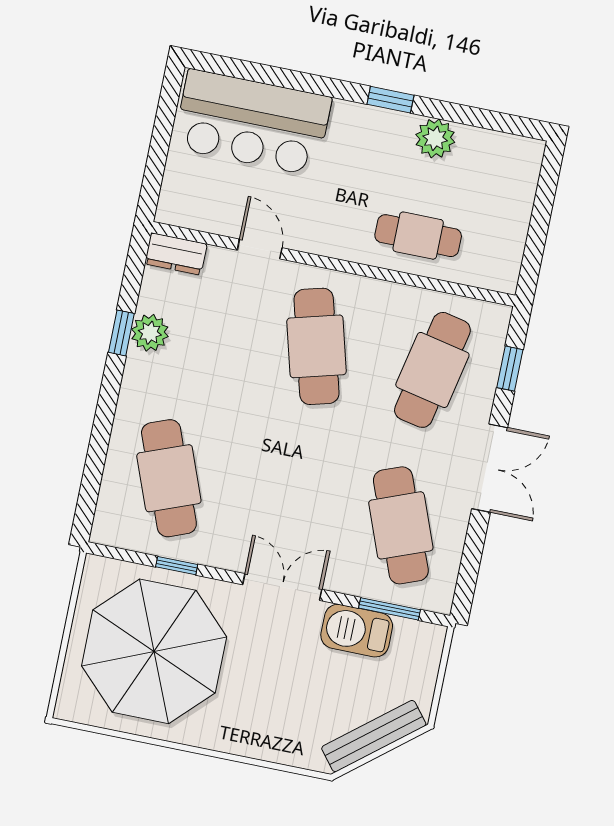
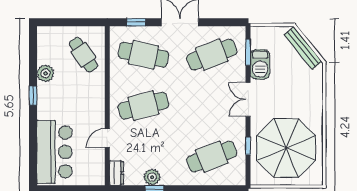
cafe table: (418, 236) -> (83, 55), moved, turned -34

